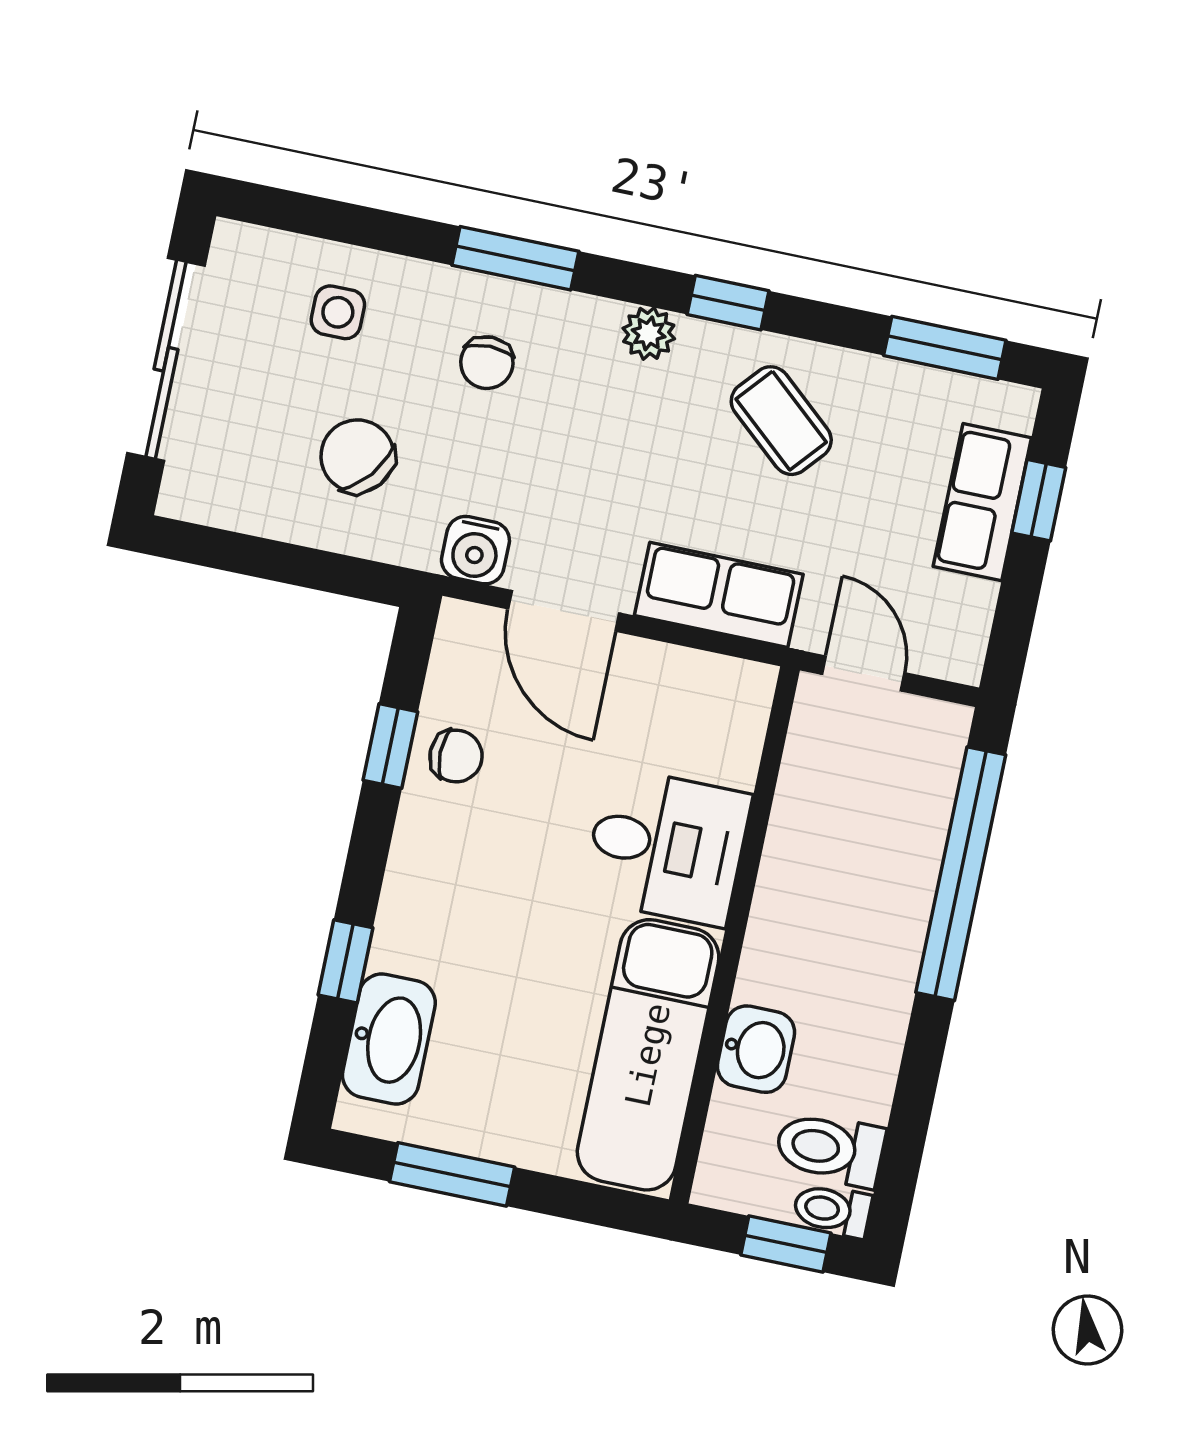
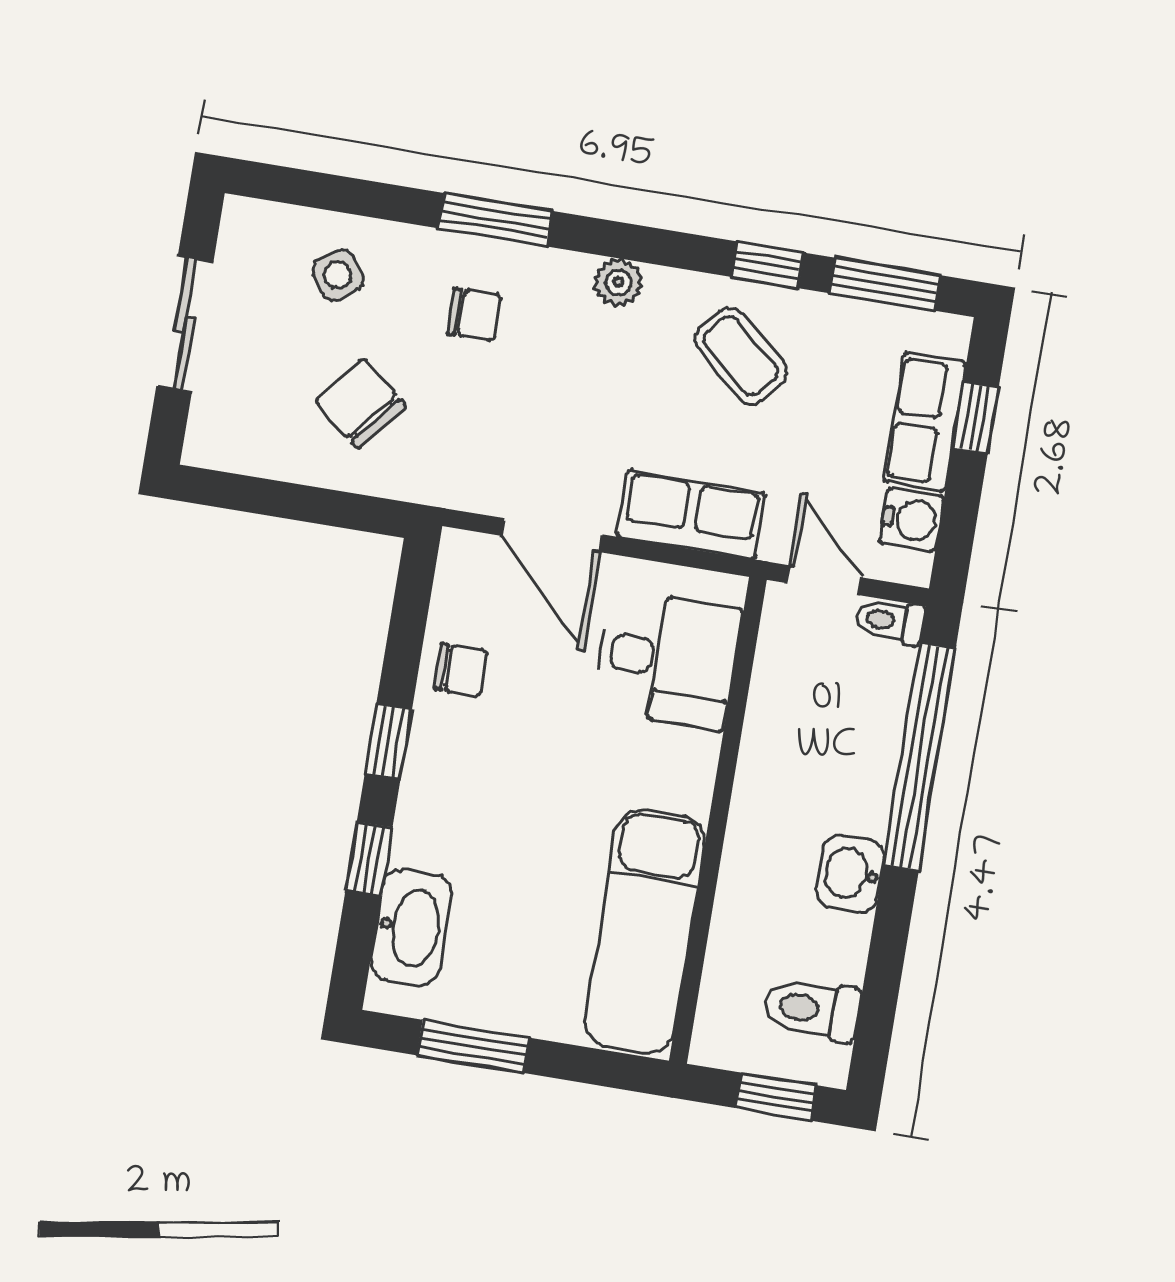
window: (728, 303) -> (767, 265), moved
side table: (338, 312) -> (338, 275), turned -35
sliding door: (166, 359) -> (185, 324), width x0.73
chair: (487, 363) -> (474, 315), turned -90
water cooler: (475, 550) -> (912, 520), moved, turned -90
window: (390, 746) -> (388, 742), moved
desk: (667, 847) -> (668, 660), moved
washbasin: (756, 1049) -> (850, 874), moved, turned 180
toilet: (832, 1210) -> (890, 621), moved

